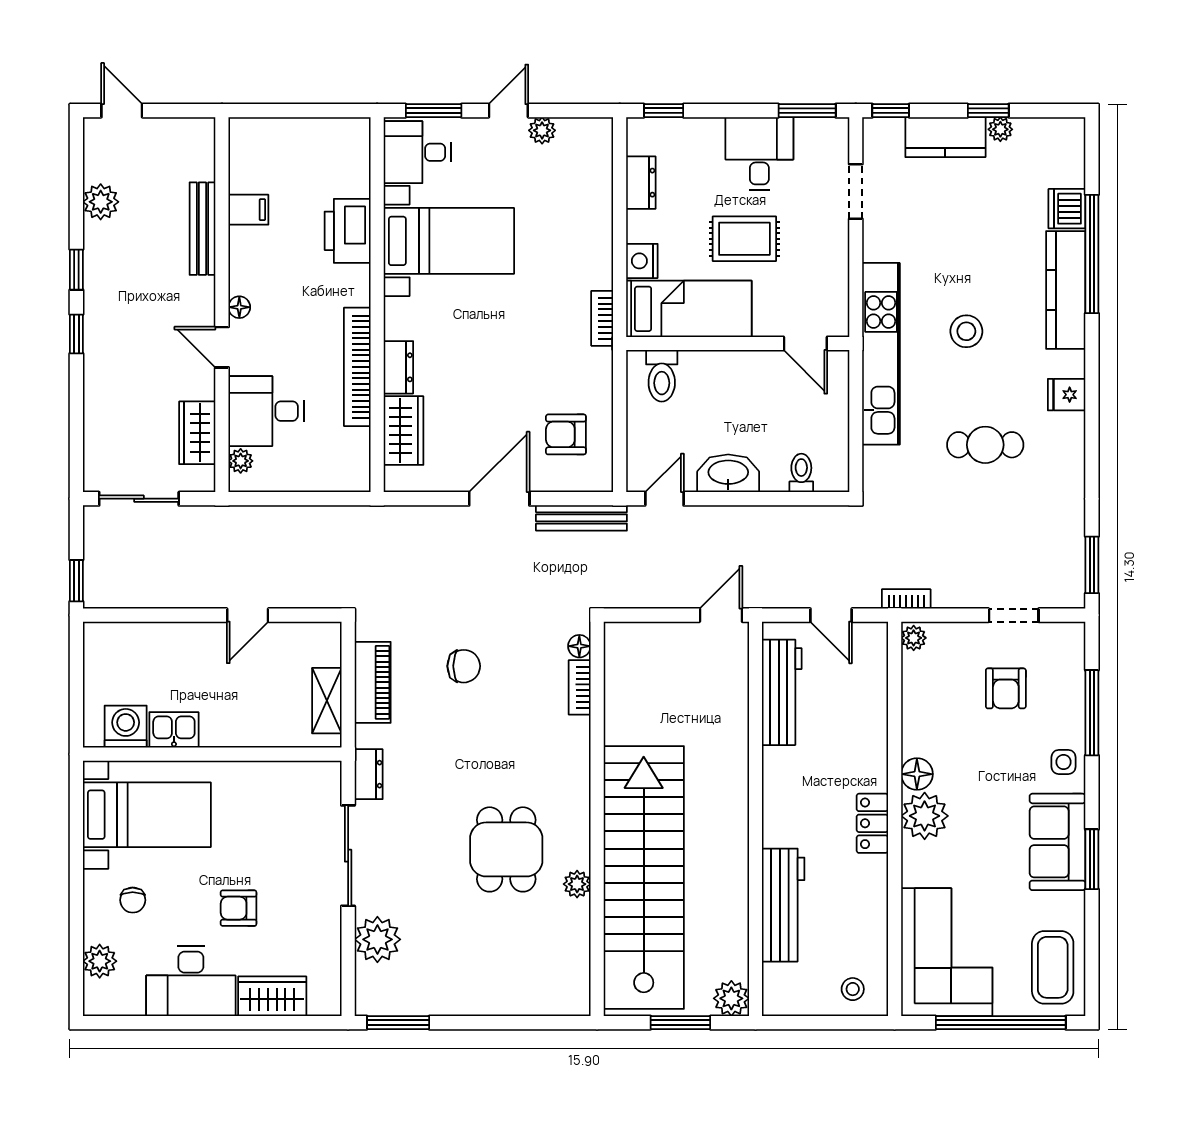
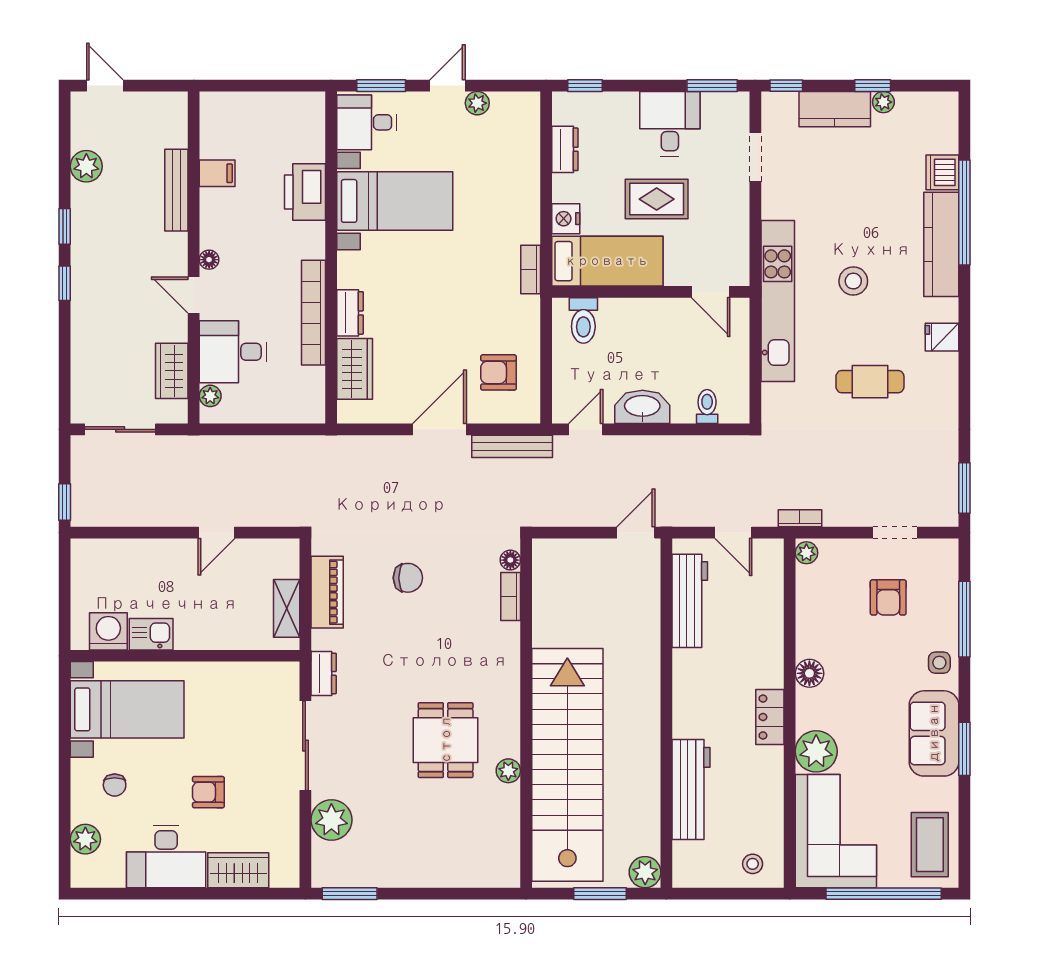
plant: (925, 816) -> (816, 751), moved

